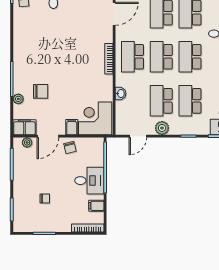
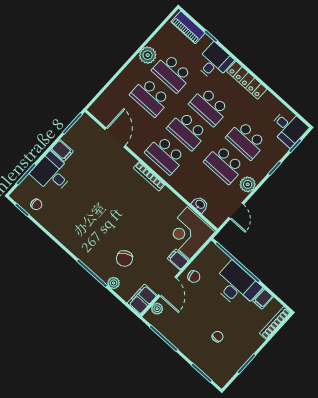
chair: (41, 91) -> (124, 258), turned 149
washbasin: (121, 94) -> (200, 205), moved
desk: (89, 181) -> (236, 285), width x1.37

